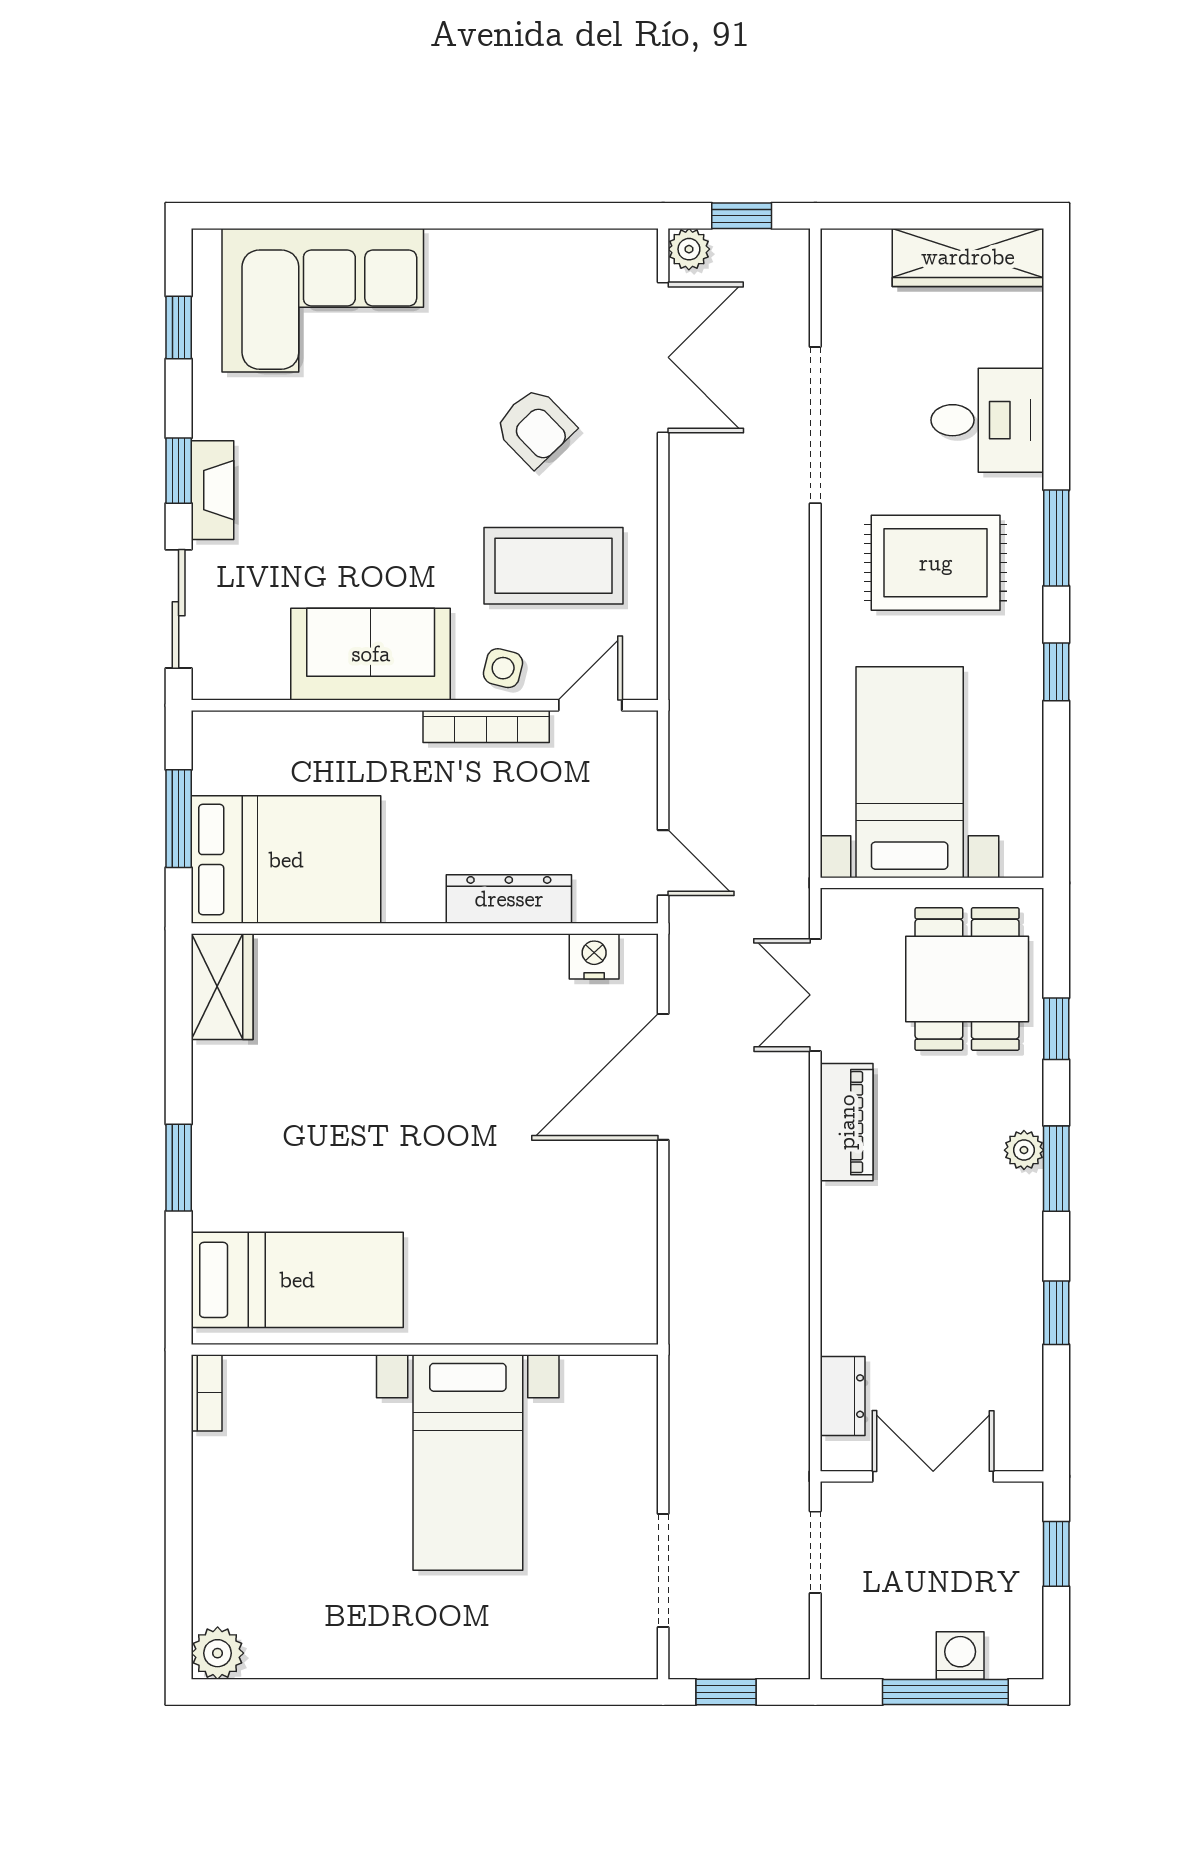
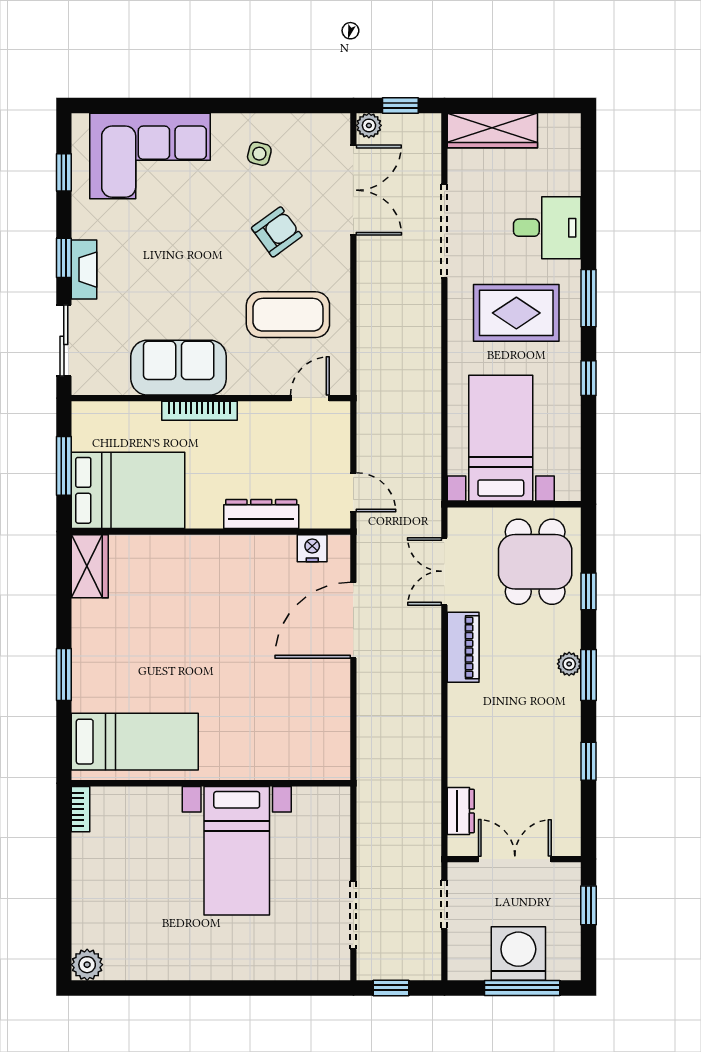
wardrobe: (968, 257) -> (492, 130), moved
armchair: (535, 427) -> (277, 232), turned -82
side table: (503, 668) -> (259, 154), moved
bookcase: (486, 726) -> (199, 411), moved
washing machine: (960, 1656) -> (518, 953), width x1.89, depth x1.89

